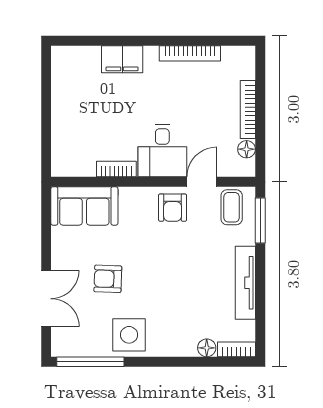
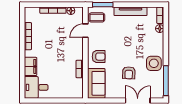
desk: (162, 151) -> (36, 87), moved, turned 180
door: (202, 182) -> (85, 31), hinge flipped
armchair: (173, 208) -> (99, 57), moved

